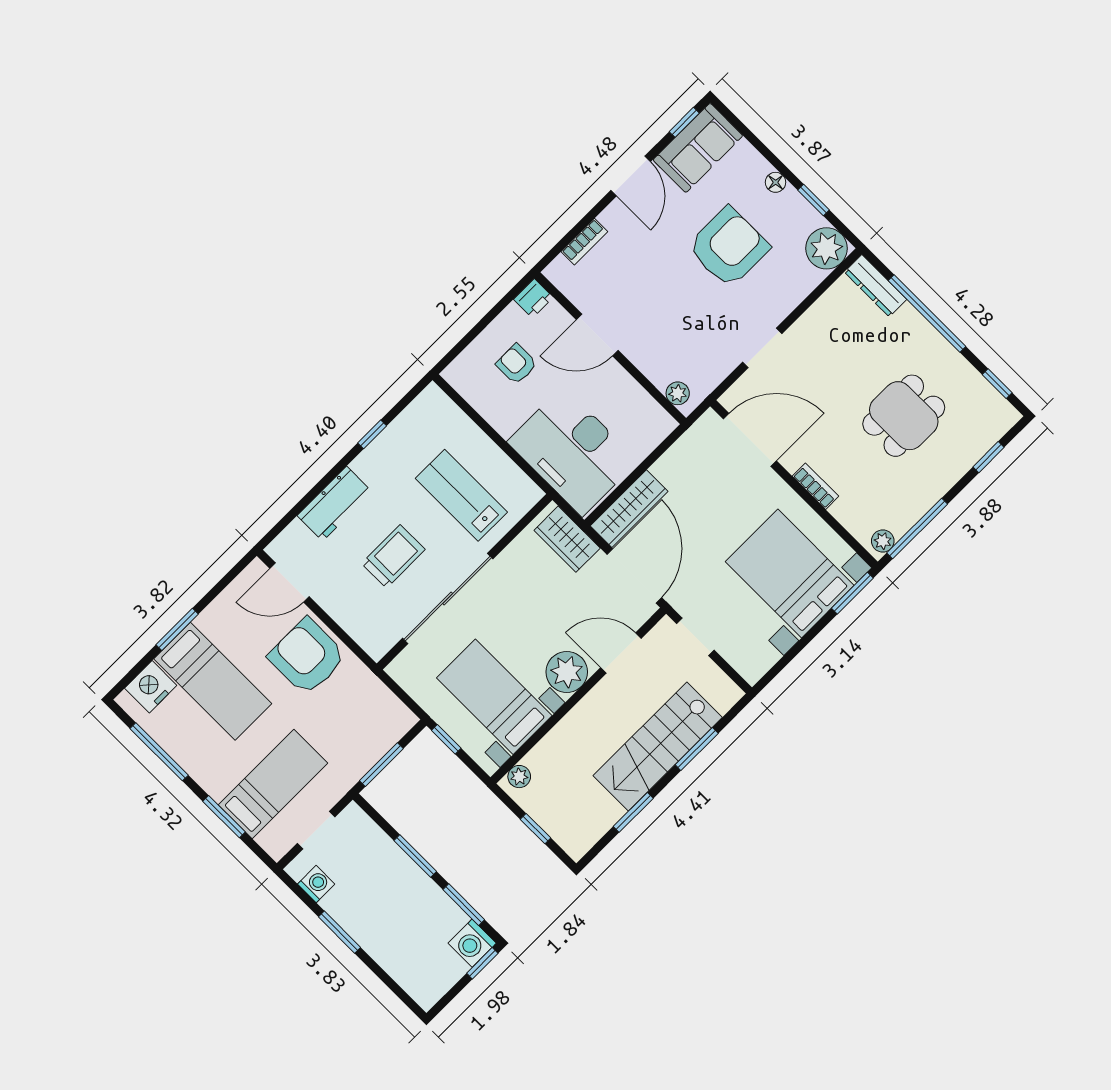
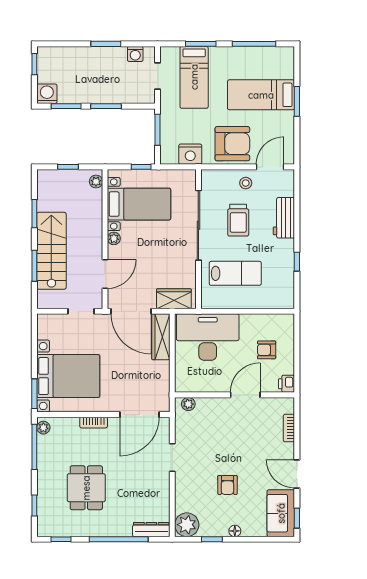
armchair: (728, 247) -> (227, 485), width x0.53, depth x0.53
armchair: (516, 364) -> (267, 350), turned 180
stool: (339, 592) -> (246, 183), added
plant: (567, 672) -> (114, 238), width x0.53, depth x0.53
nightstand: (151, 687) -> (190, 154), moved, turned 90
window: (482, 963) -> (34, 64), moved

